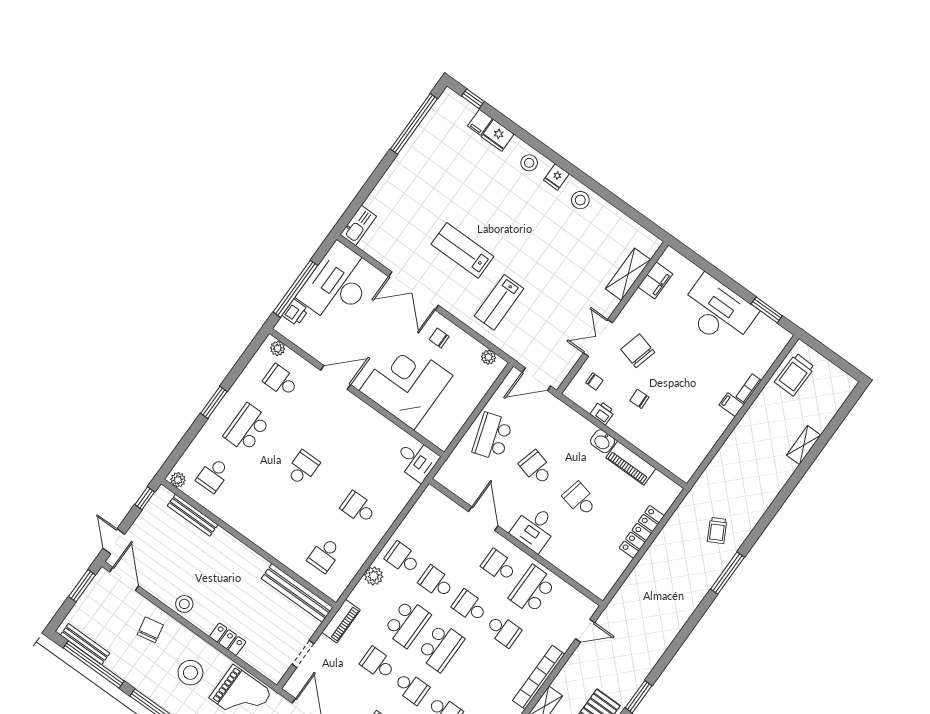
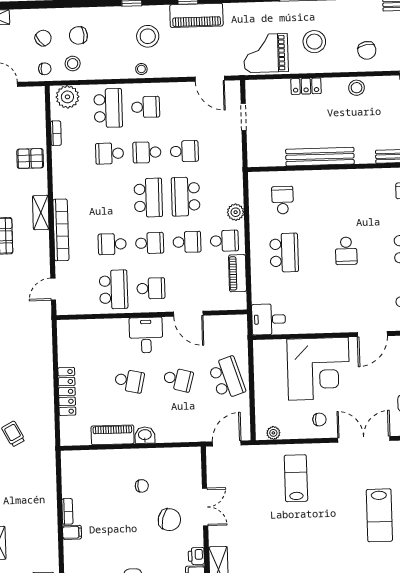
lab bench: (462, 250) -> (379, 515), moved, turned 90
chair: (594, 381) -> (184, 474), removed
bookcase: (749, 389) -> (67, 511), moved
printer: (602, 413) -> (196, 556), moved, turned 90
school desk: (358, 508) -> (284, 253), width x1.85
bench: (297, 593) -> (320, 157), moved
piano: (341, 621) -> (238, 273), moved
school desk: (441, 647) -> (148, 198), turned 180

